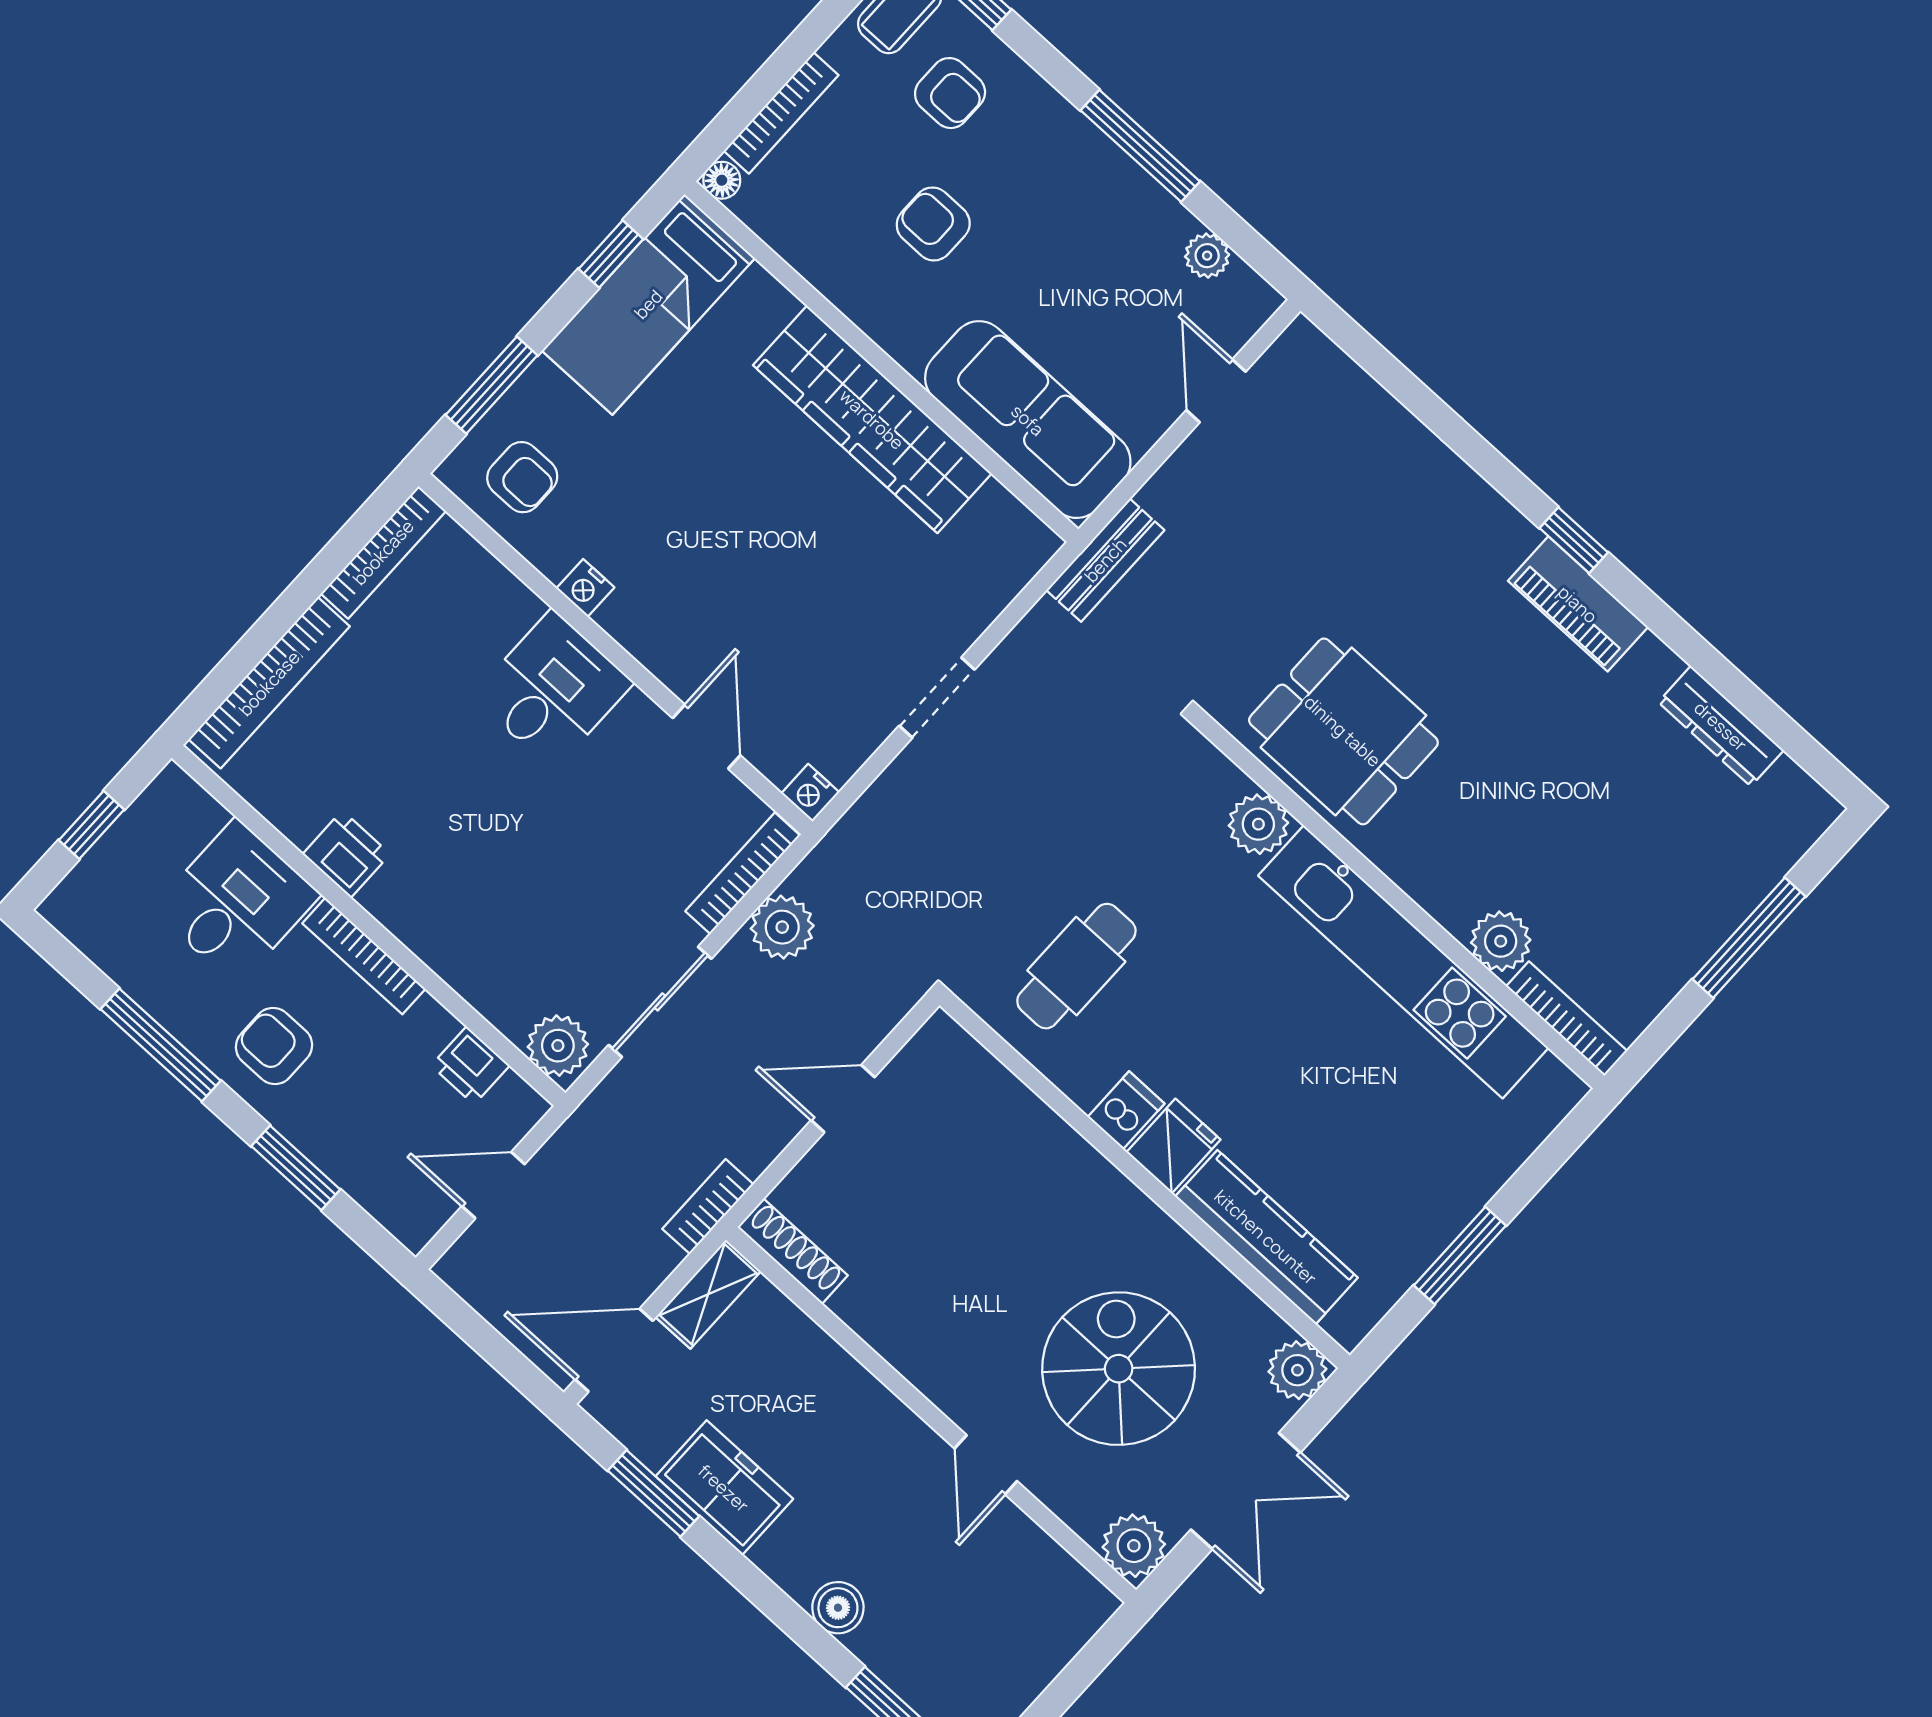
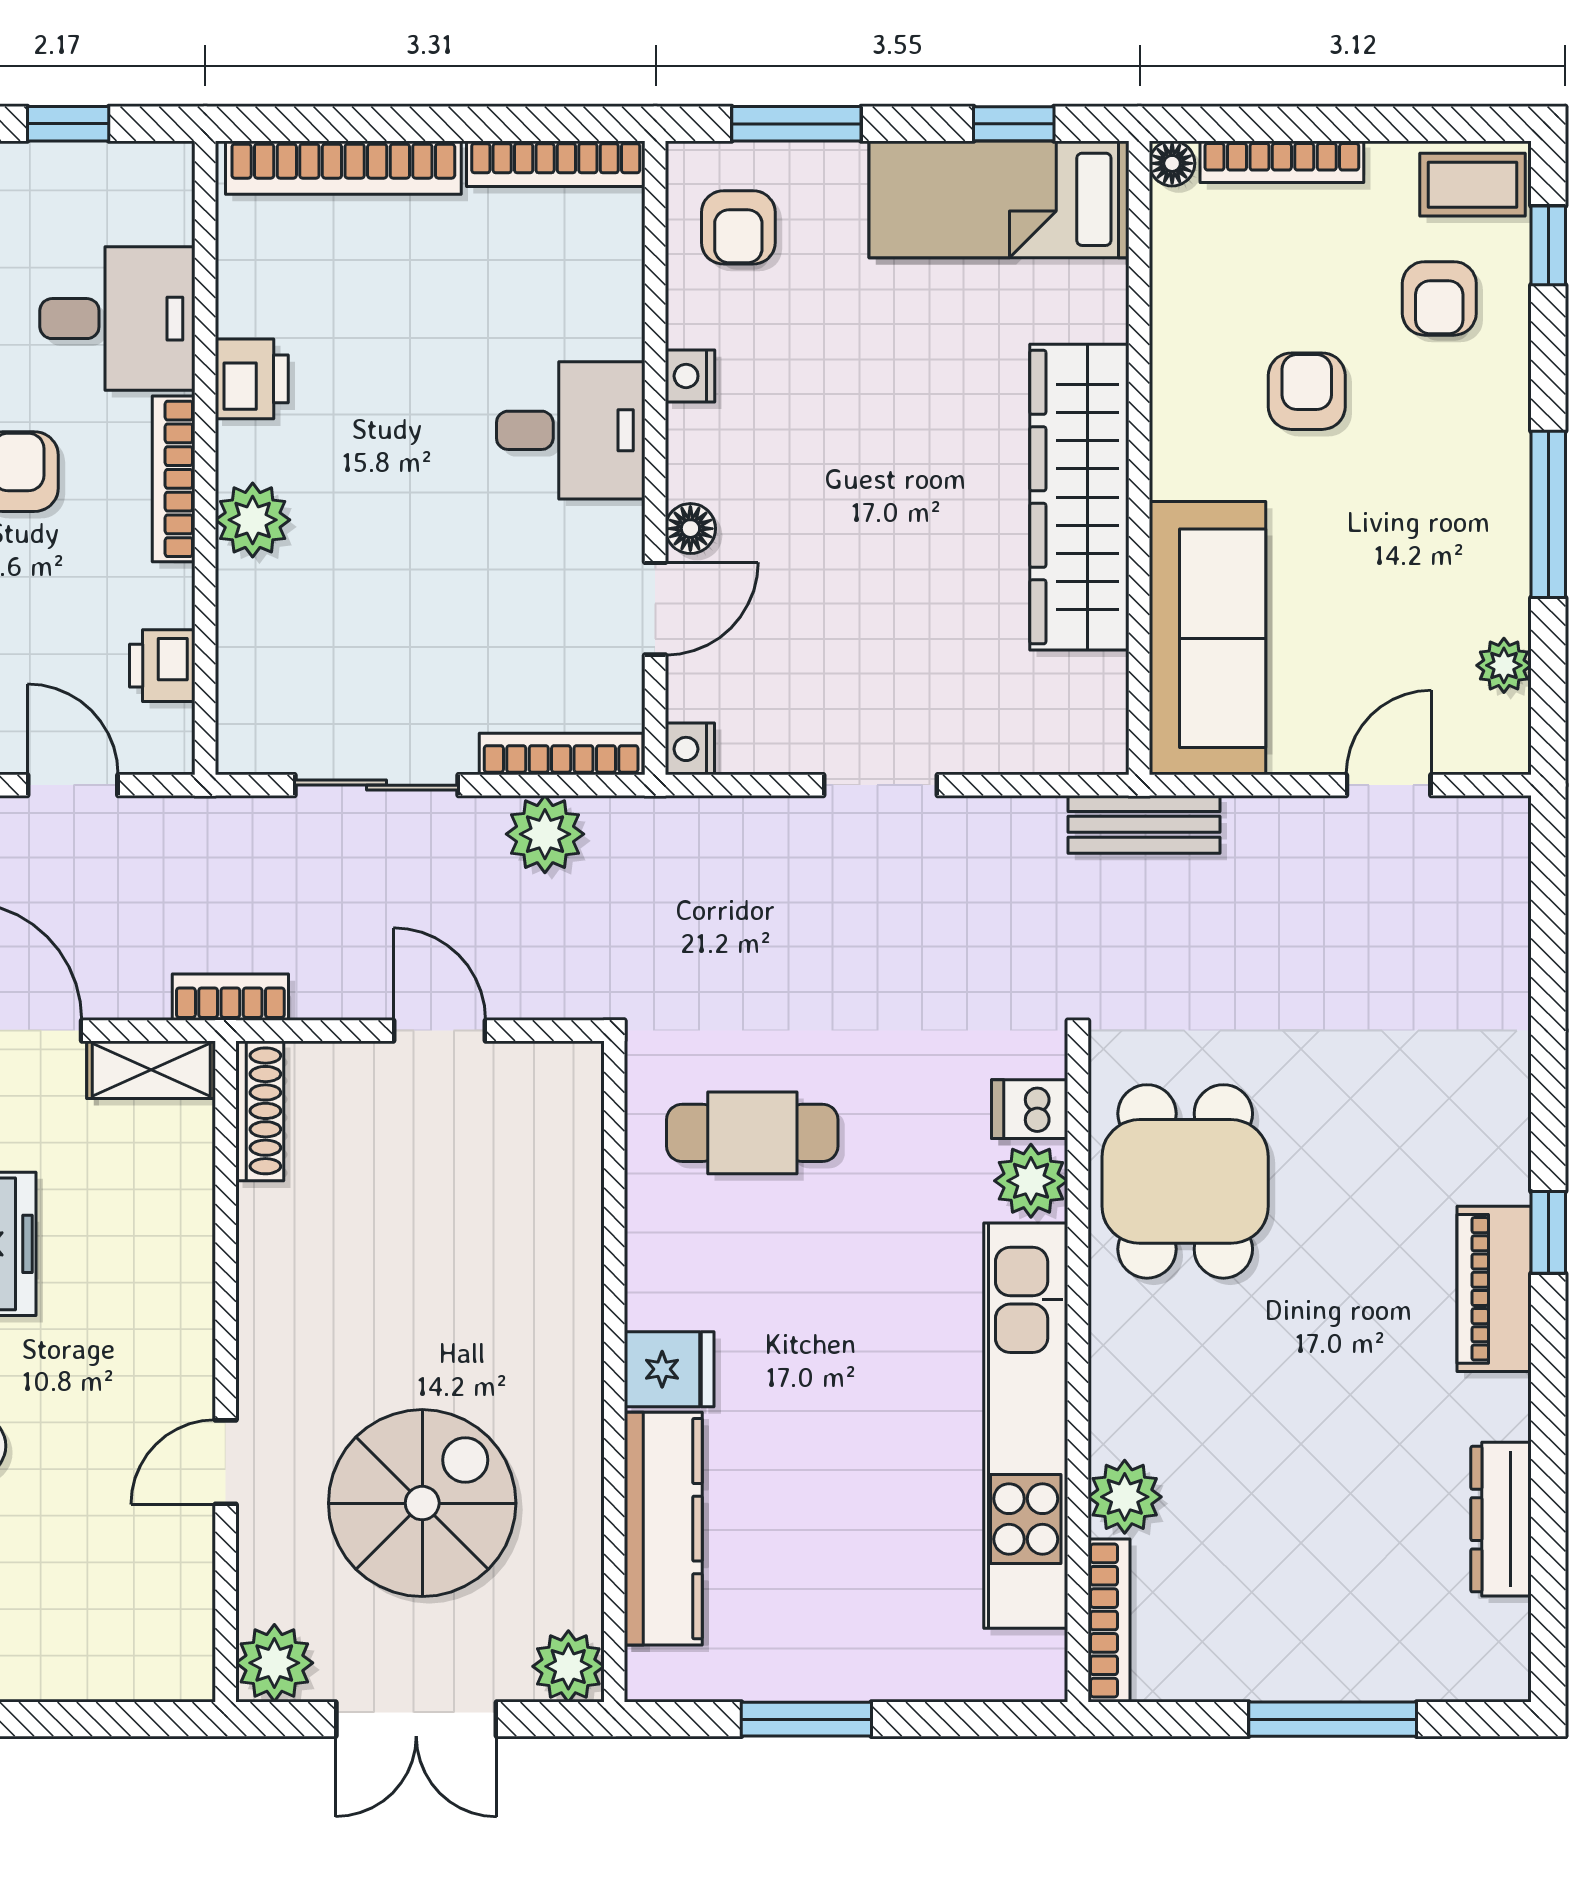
floor lamp: (678, 671) -> (690, 529), added
plant: (558, 1046) -> (253, 520), moved
dishwasher: (1126, 1110) -> (1030, 1109), moved, turned 180

